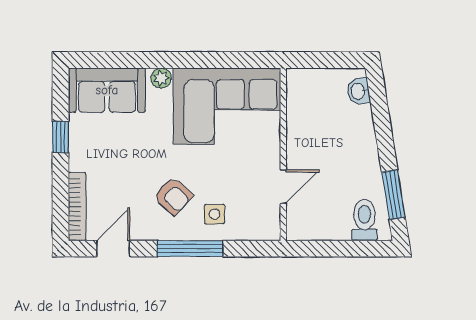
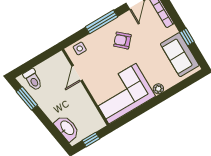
window: (327, 60) -> (91, 140), added
sofa: (107, 90) -> (180, 55), moved, turned -90
washbasin: (358, 91) -> (67, 128), width x1.91, depth x1.45
side table: (215, 214) -> (80, 48), moved

